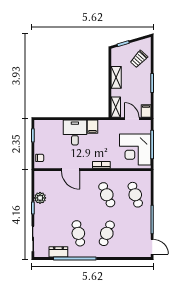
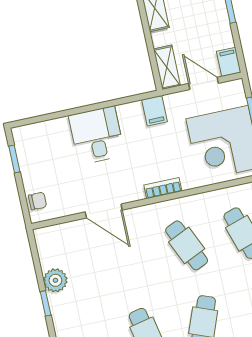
filing cabinet: (92, 127) -> (155, 111), moved

